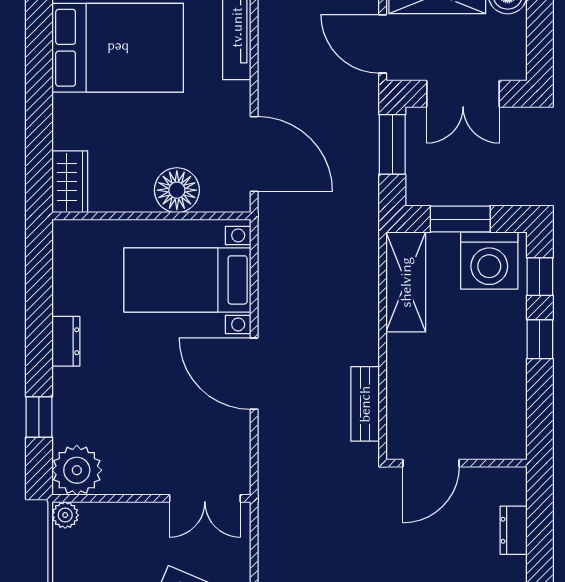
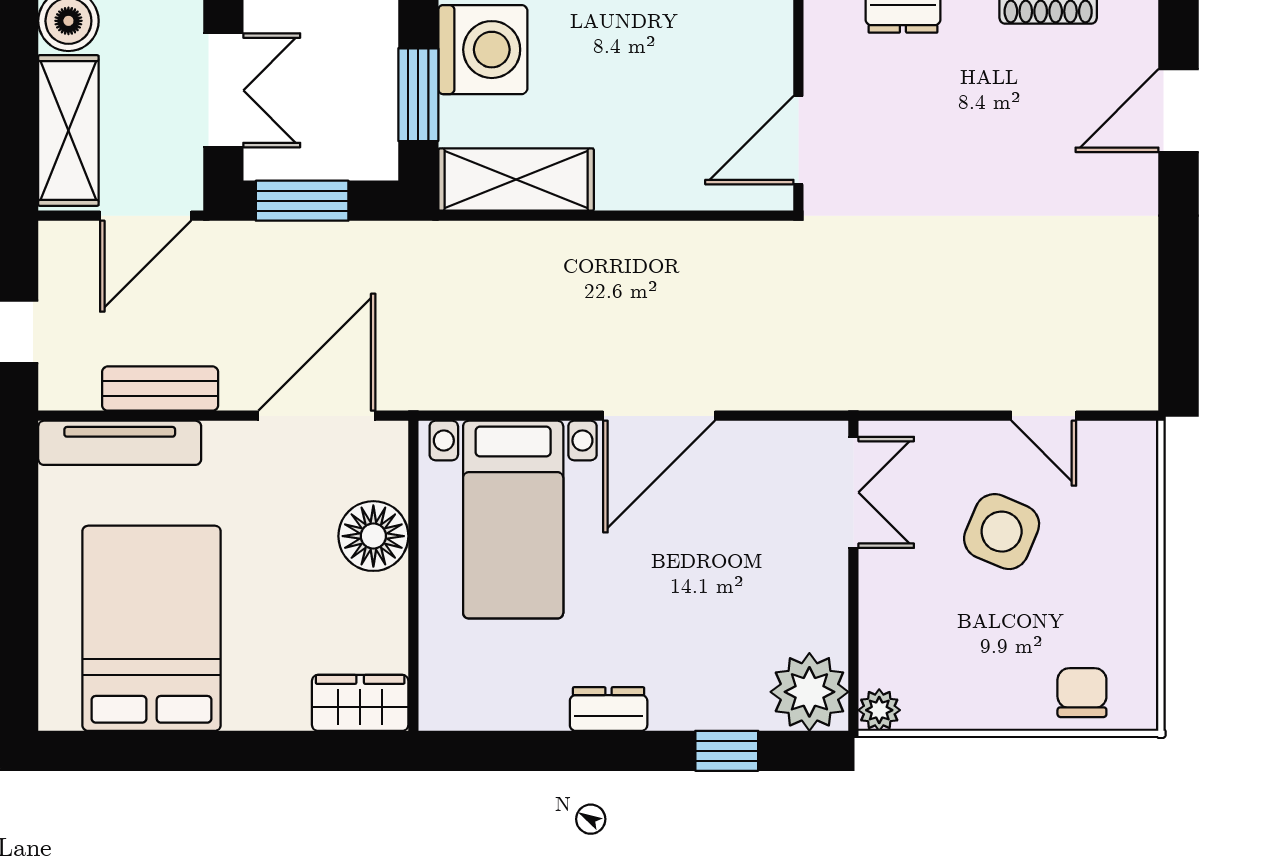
bench: (365, 404) -> (160, 389), moved
door: (431, 463) -> (798, 140), swing flipped

